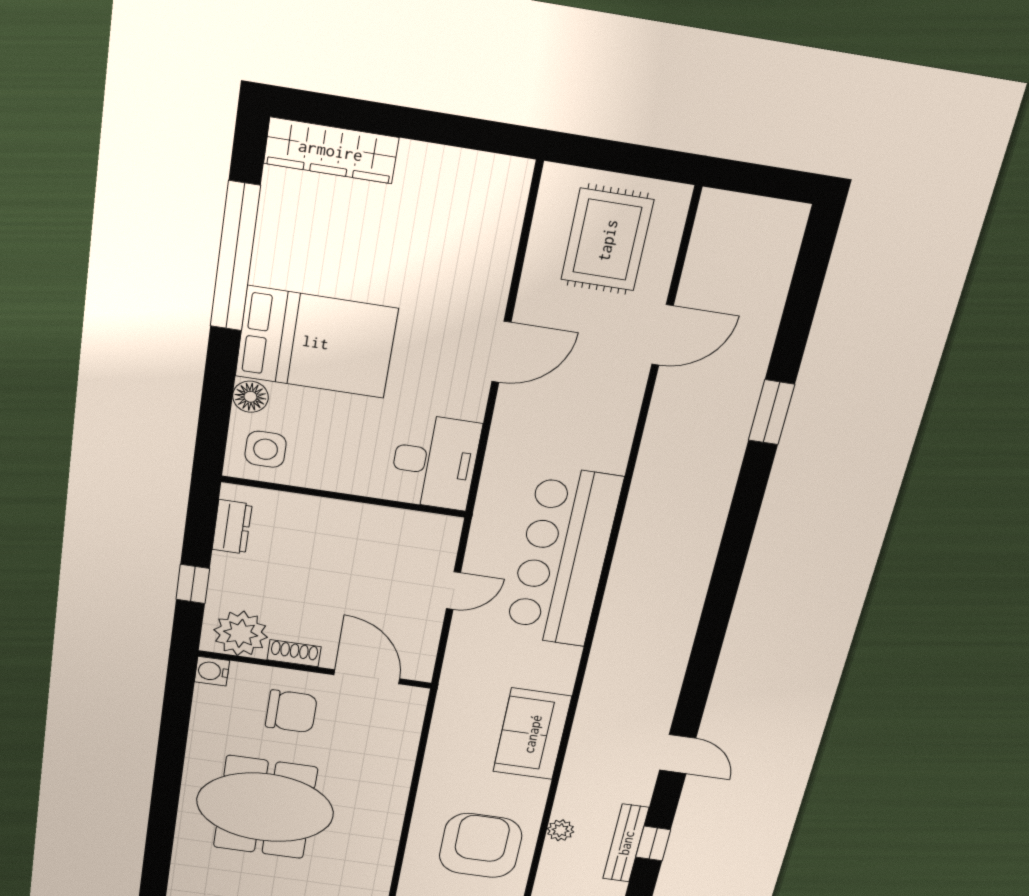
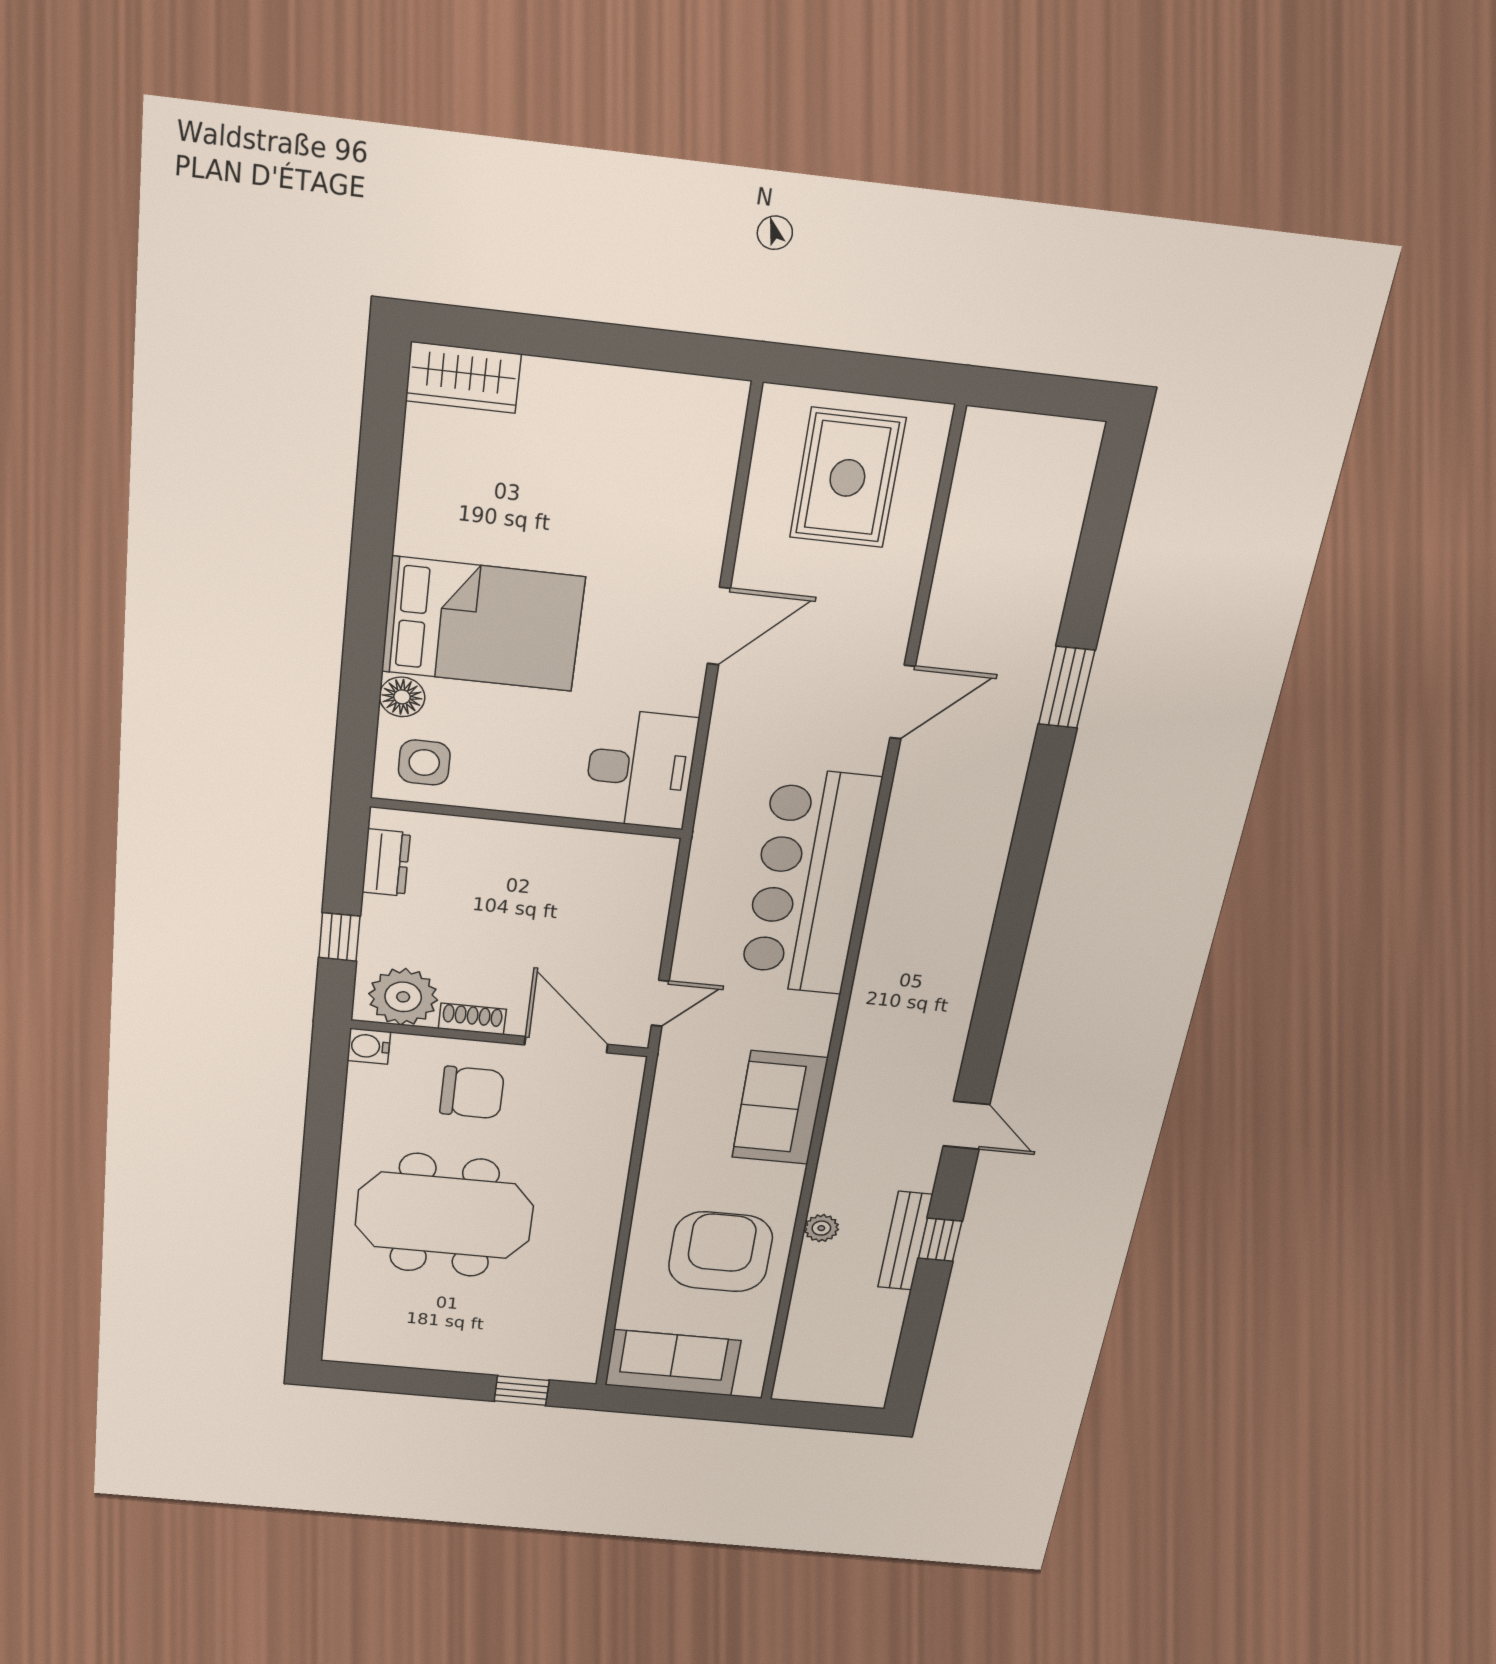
wardrobe: (331, 150) -> (463, 377), width x0.67
window: (235, 257) -> (374, 521), removed
door: (663, 335) -> (903, 702), moved
door: (453, 591) -> (660, 1003), moved

